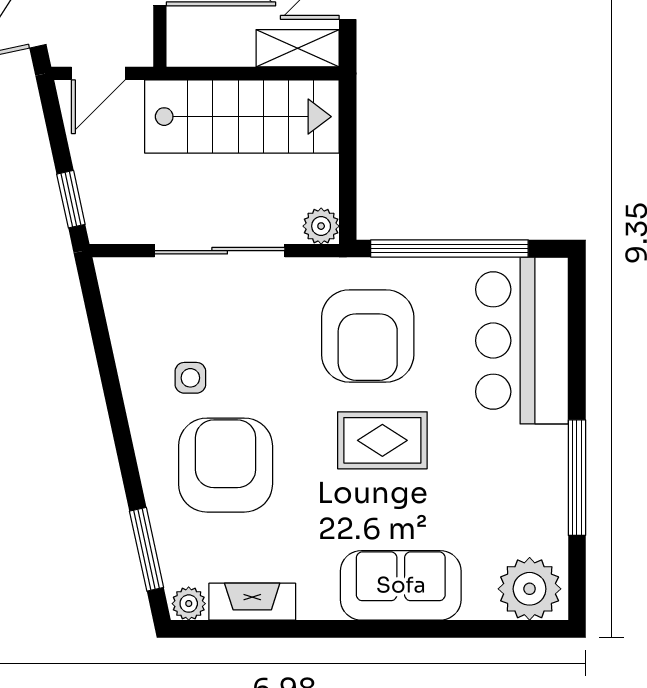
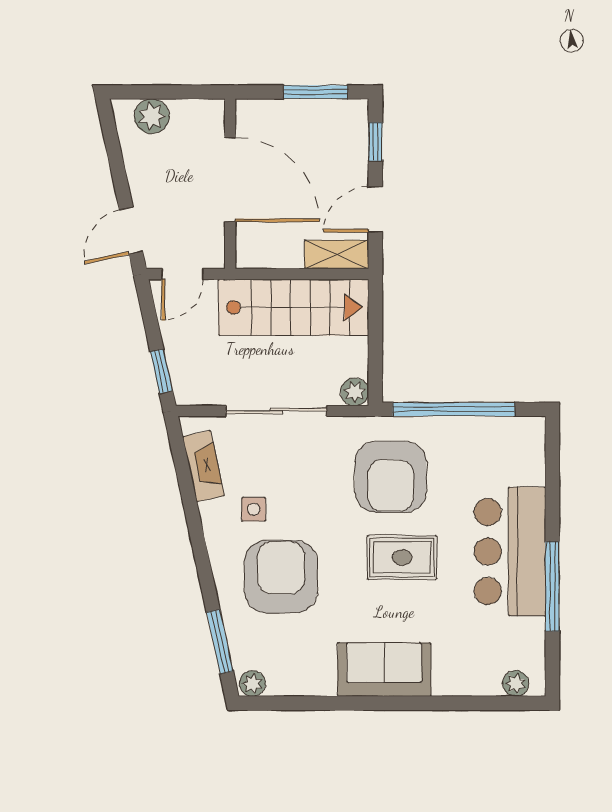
bar counter: (522, 341) -> (510, 552), moved
sofa: (401, 585) -> (384, 670), moved
plant: (530, 589) -> (516, 684), width x0.53, depth x0.53
fireplace: (252, 602) -> (203, 466), moved, turned 78

